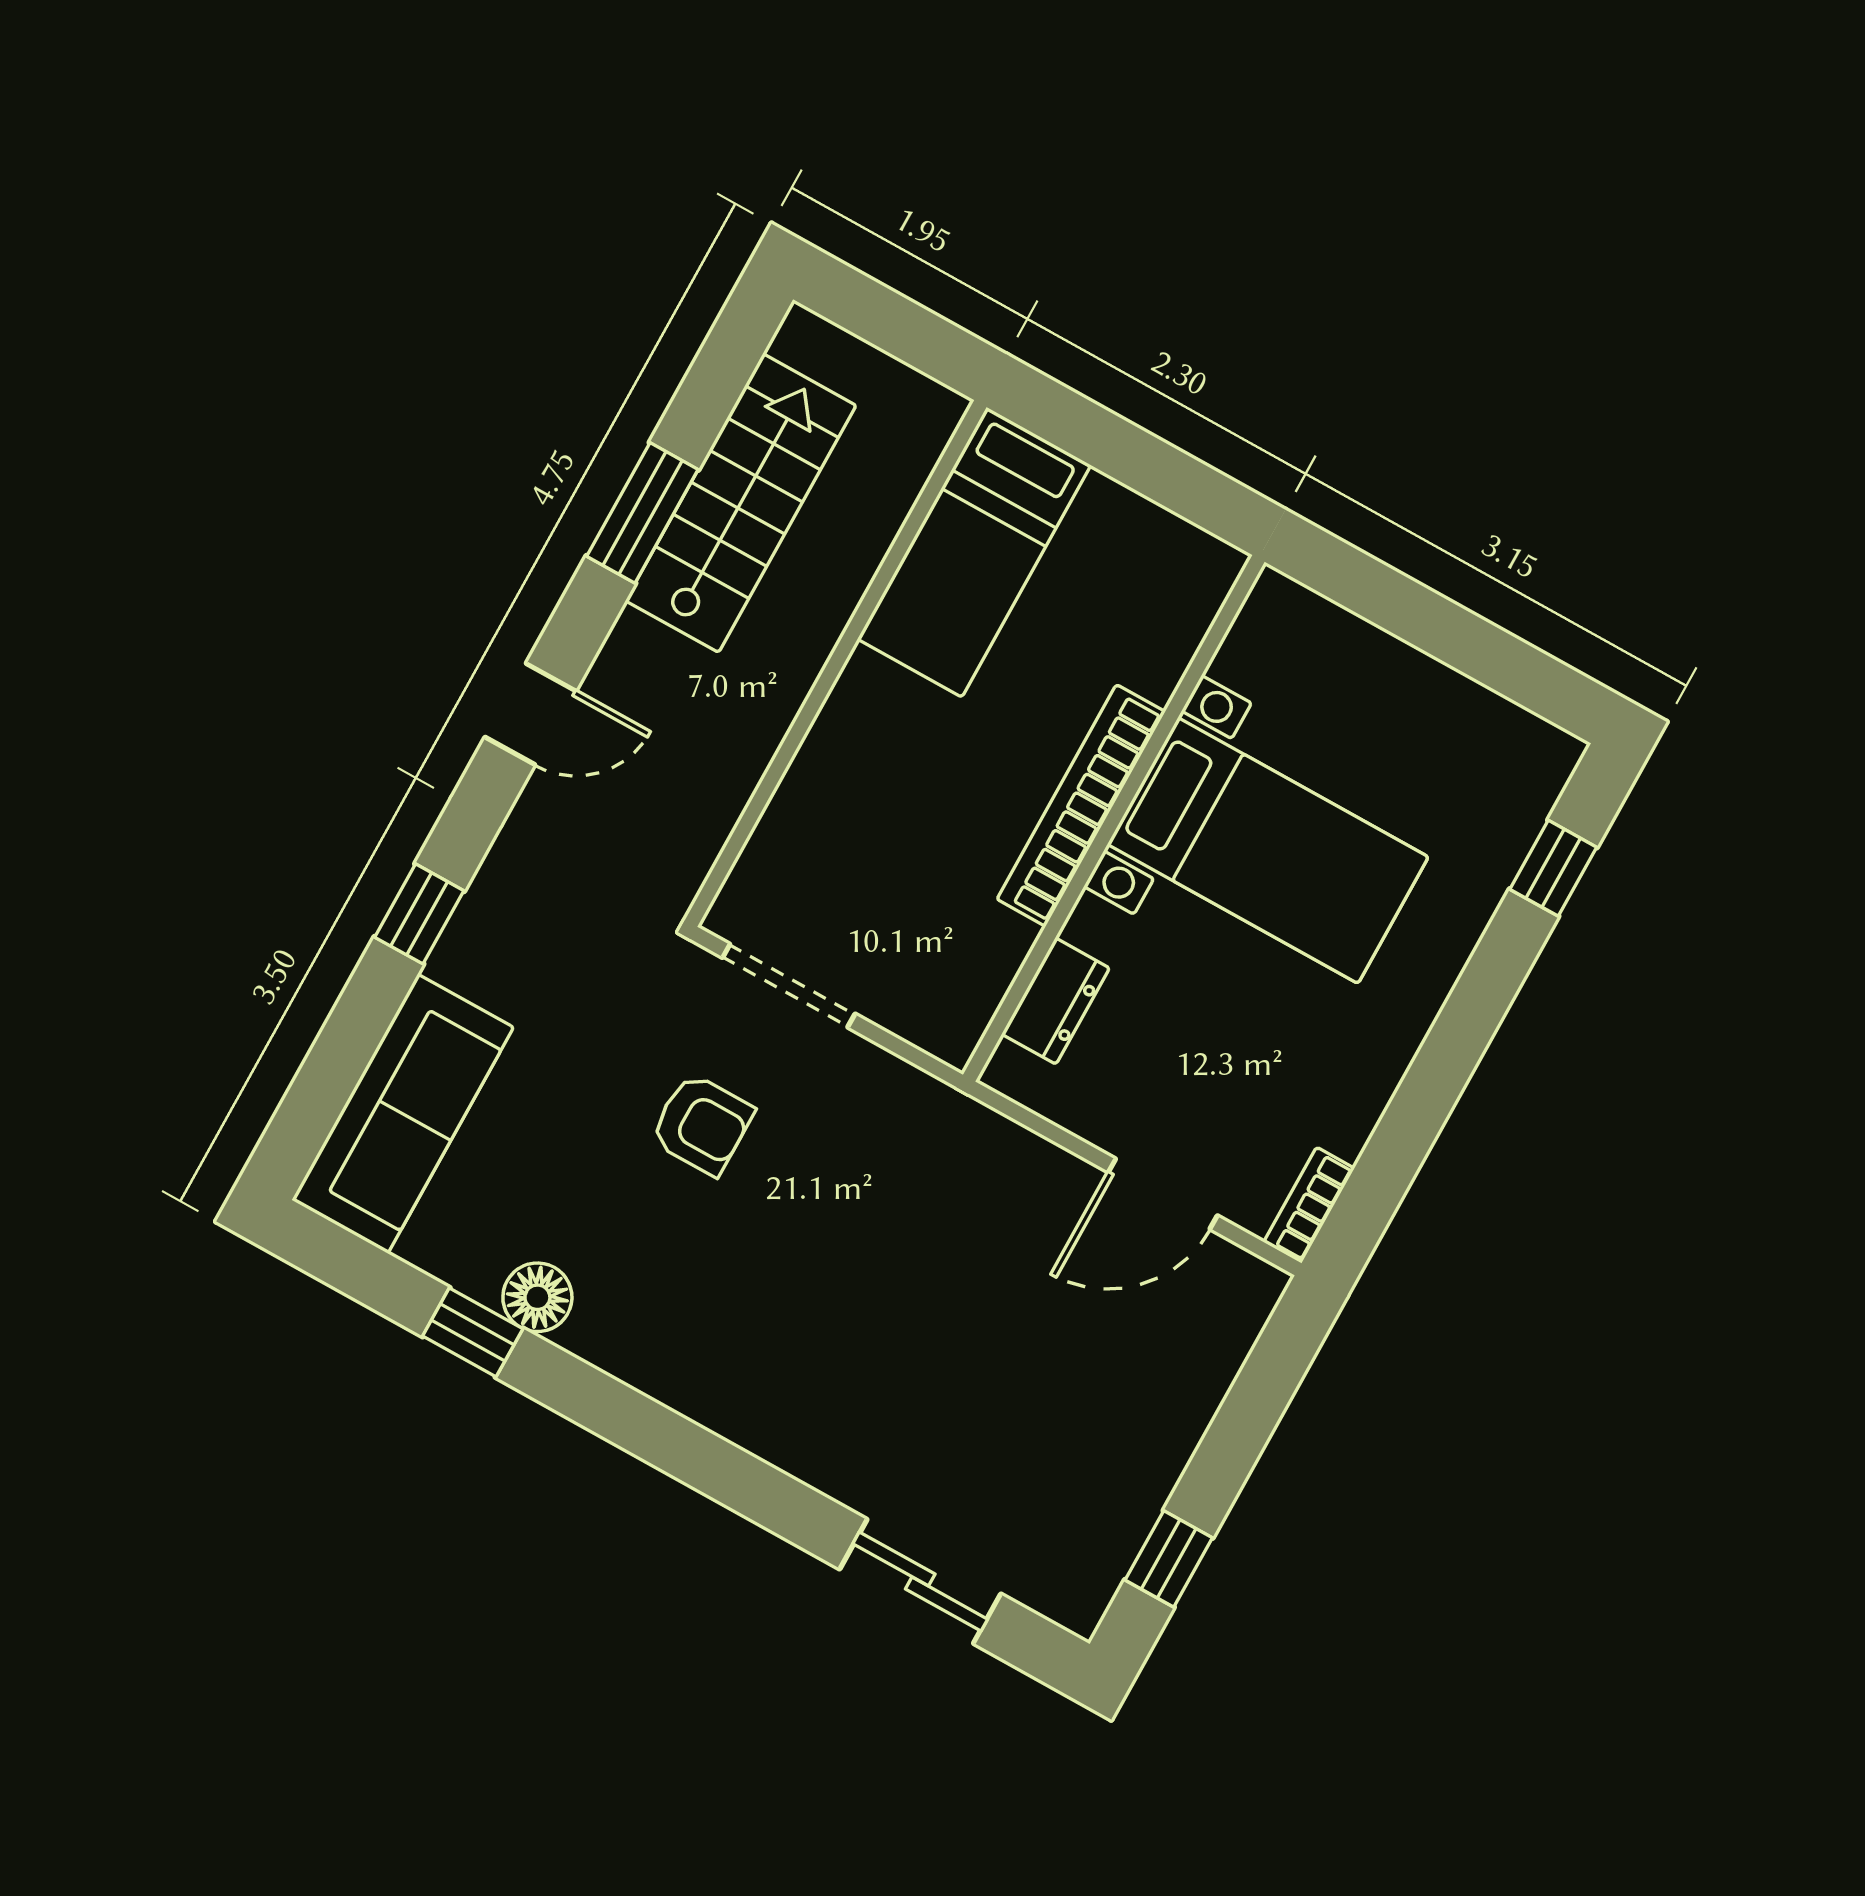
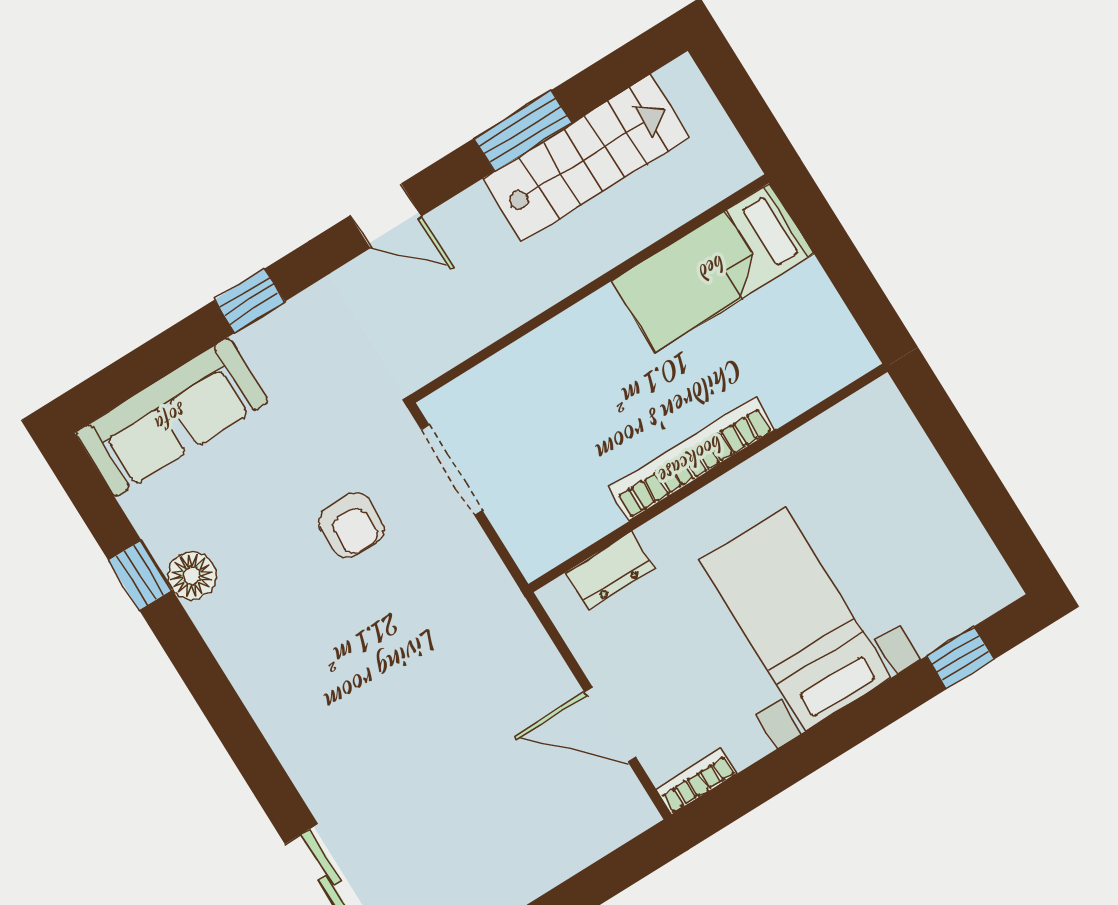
bed with nightstands: (1268, 851) -> (796, 619), moved, turned 180

